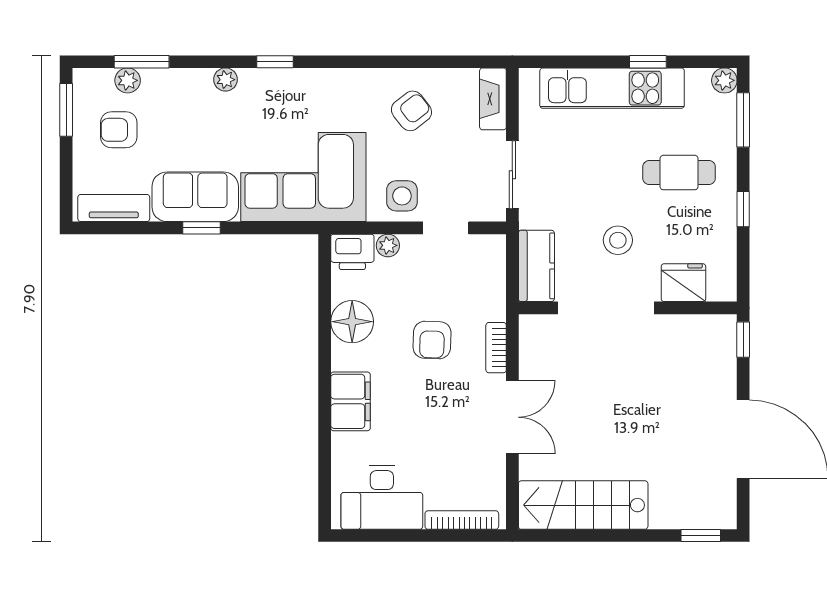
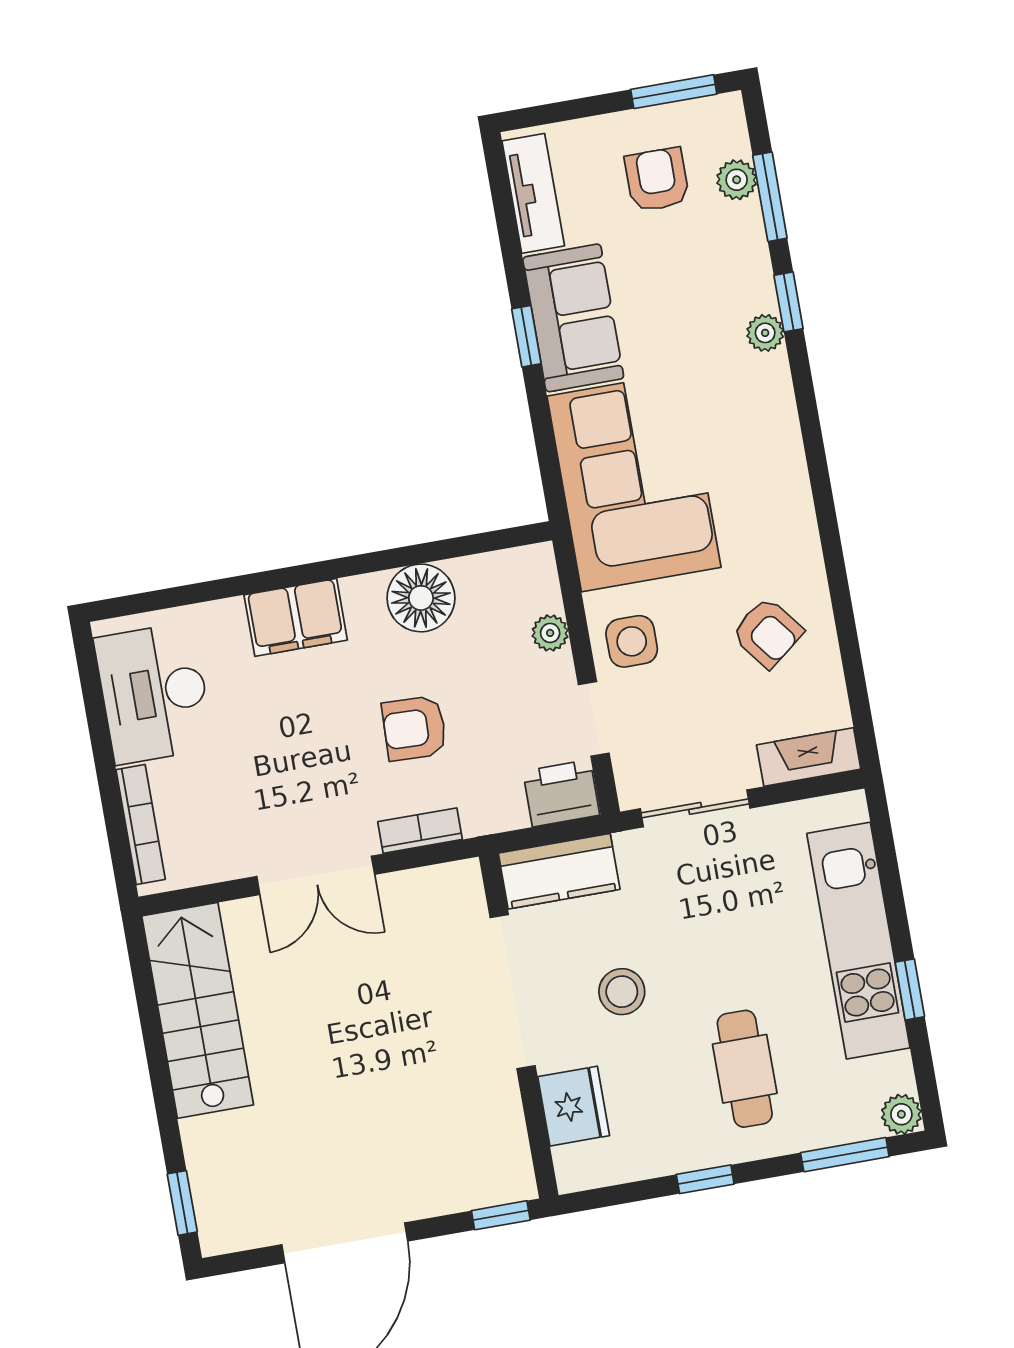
window: (275, 62) -> (789, 302), moved
printer: (352, 252) -> (561, 793), moved, turned 90

